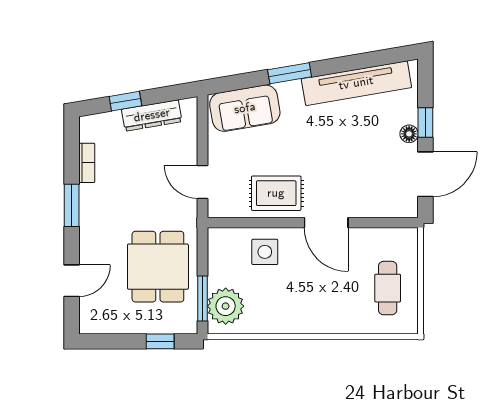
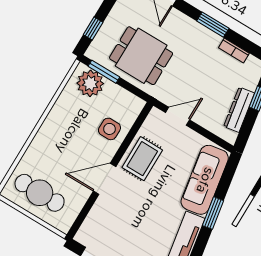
sofa: (245, 108) -> (205, 180), width x1.36
cafe table: (388, 288) -> (40, 193), width x1.37, depth x1.35

